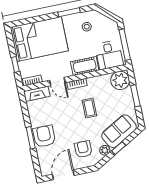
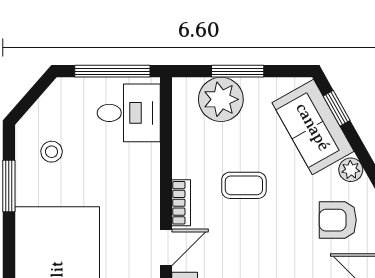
cot: (85, 66) -> (143, 176), removed
plant: (120, 80) -> (221, 99), moved
window: (119, 148) -> (337, 108), moved

